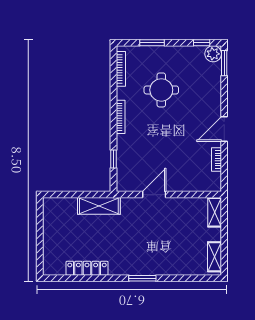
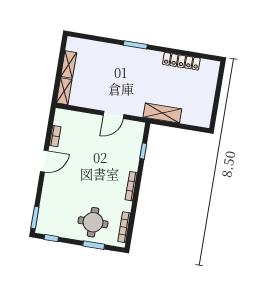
plant: (213, 54) -> (43, 227), removed
round table: (161, 90) -> (93, 222), moved
shelving: (214, 257) -> (69, 65), moved

